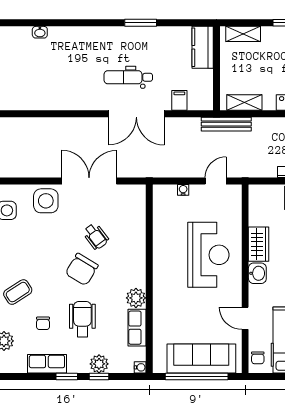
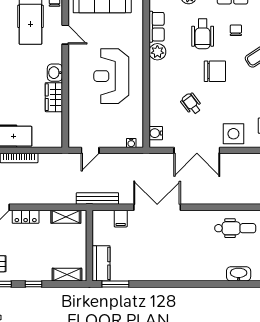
window: (141, 23) -> (115, 284), moved
washbasin: (40, 32) -> (239, 274), width x1.91, depth x1.45
dental chair: (128, 77) -> (235, 228), moved
bench: (226, 124) -> (97, 199), moved
water cooler: (183, 190) -> (131, 143), moved
water cooler: (138, 202) -> (156, 133), added
reception desk: (208, 255) -> (111, 76), moved
chair: (82, 269) -> (215, 71), moved, turned 59

